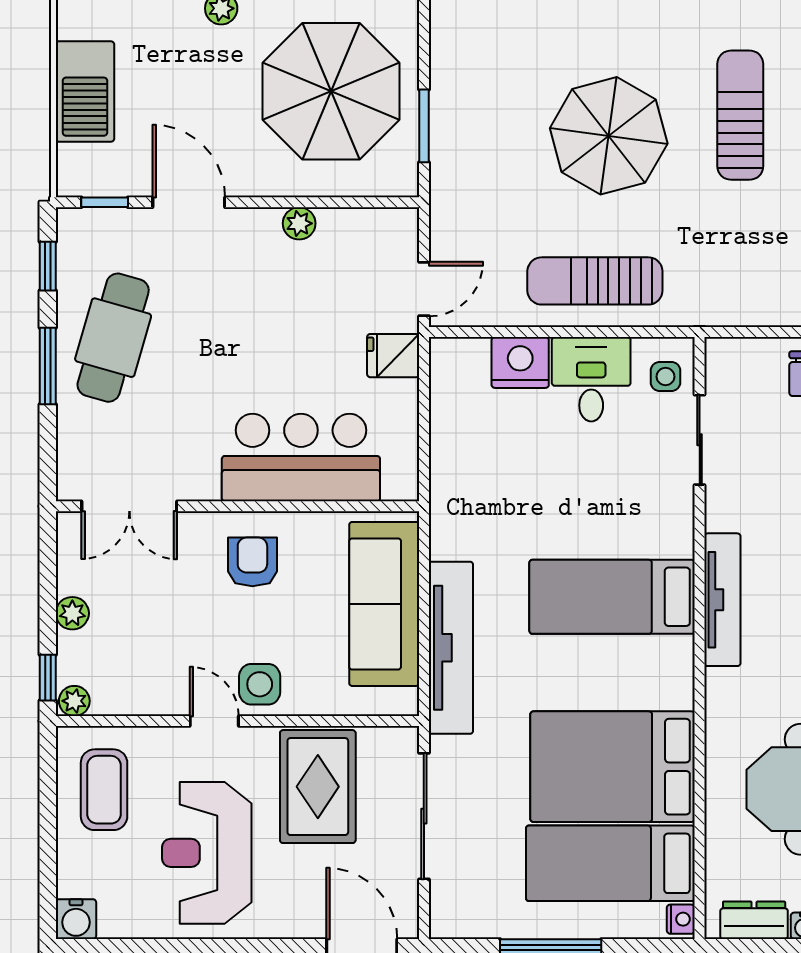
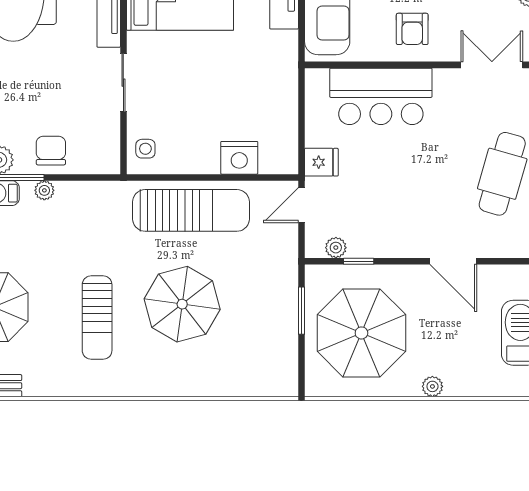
window: (105, 202) -> (359, 261), moved
plant: (299, 223) -> (336, 248), moved
sun lounger: (595, 281) -> (191, 210), width x1.36, depth x1.34
desk: (591, 379) -> (193, 147), removed
sliding door: (700, 440) -> (123, 83), moved

